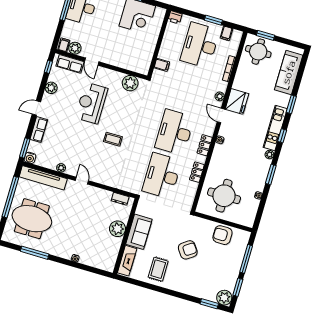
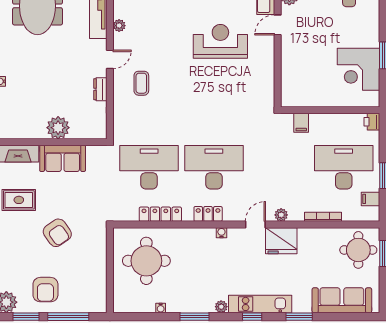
plant: (130, 83) -> (263, 87), removed
coffee table: (113, 139) -> (141, 83), moved
locker: (197, 172) -> (160, 214), width x1.53
dresser: (120, 199) -> (100, 89), moved
armchair: (222, 235) -> (45, 290), moved, turned 180

